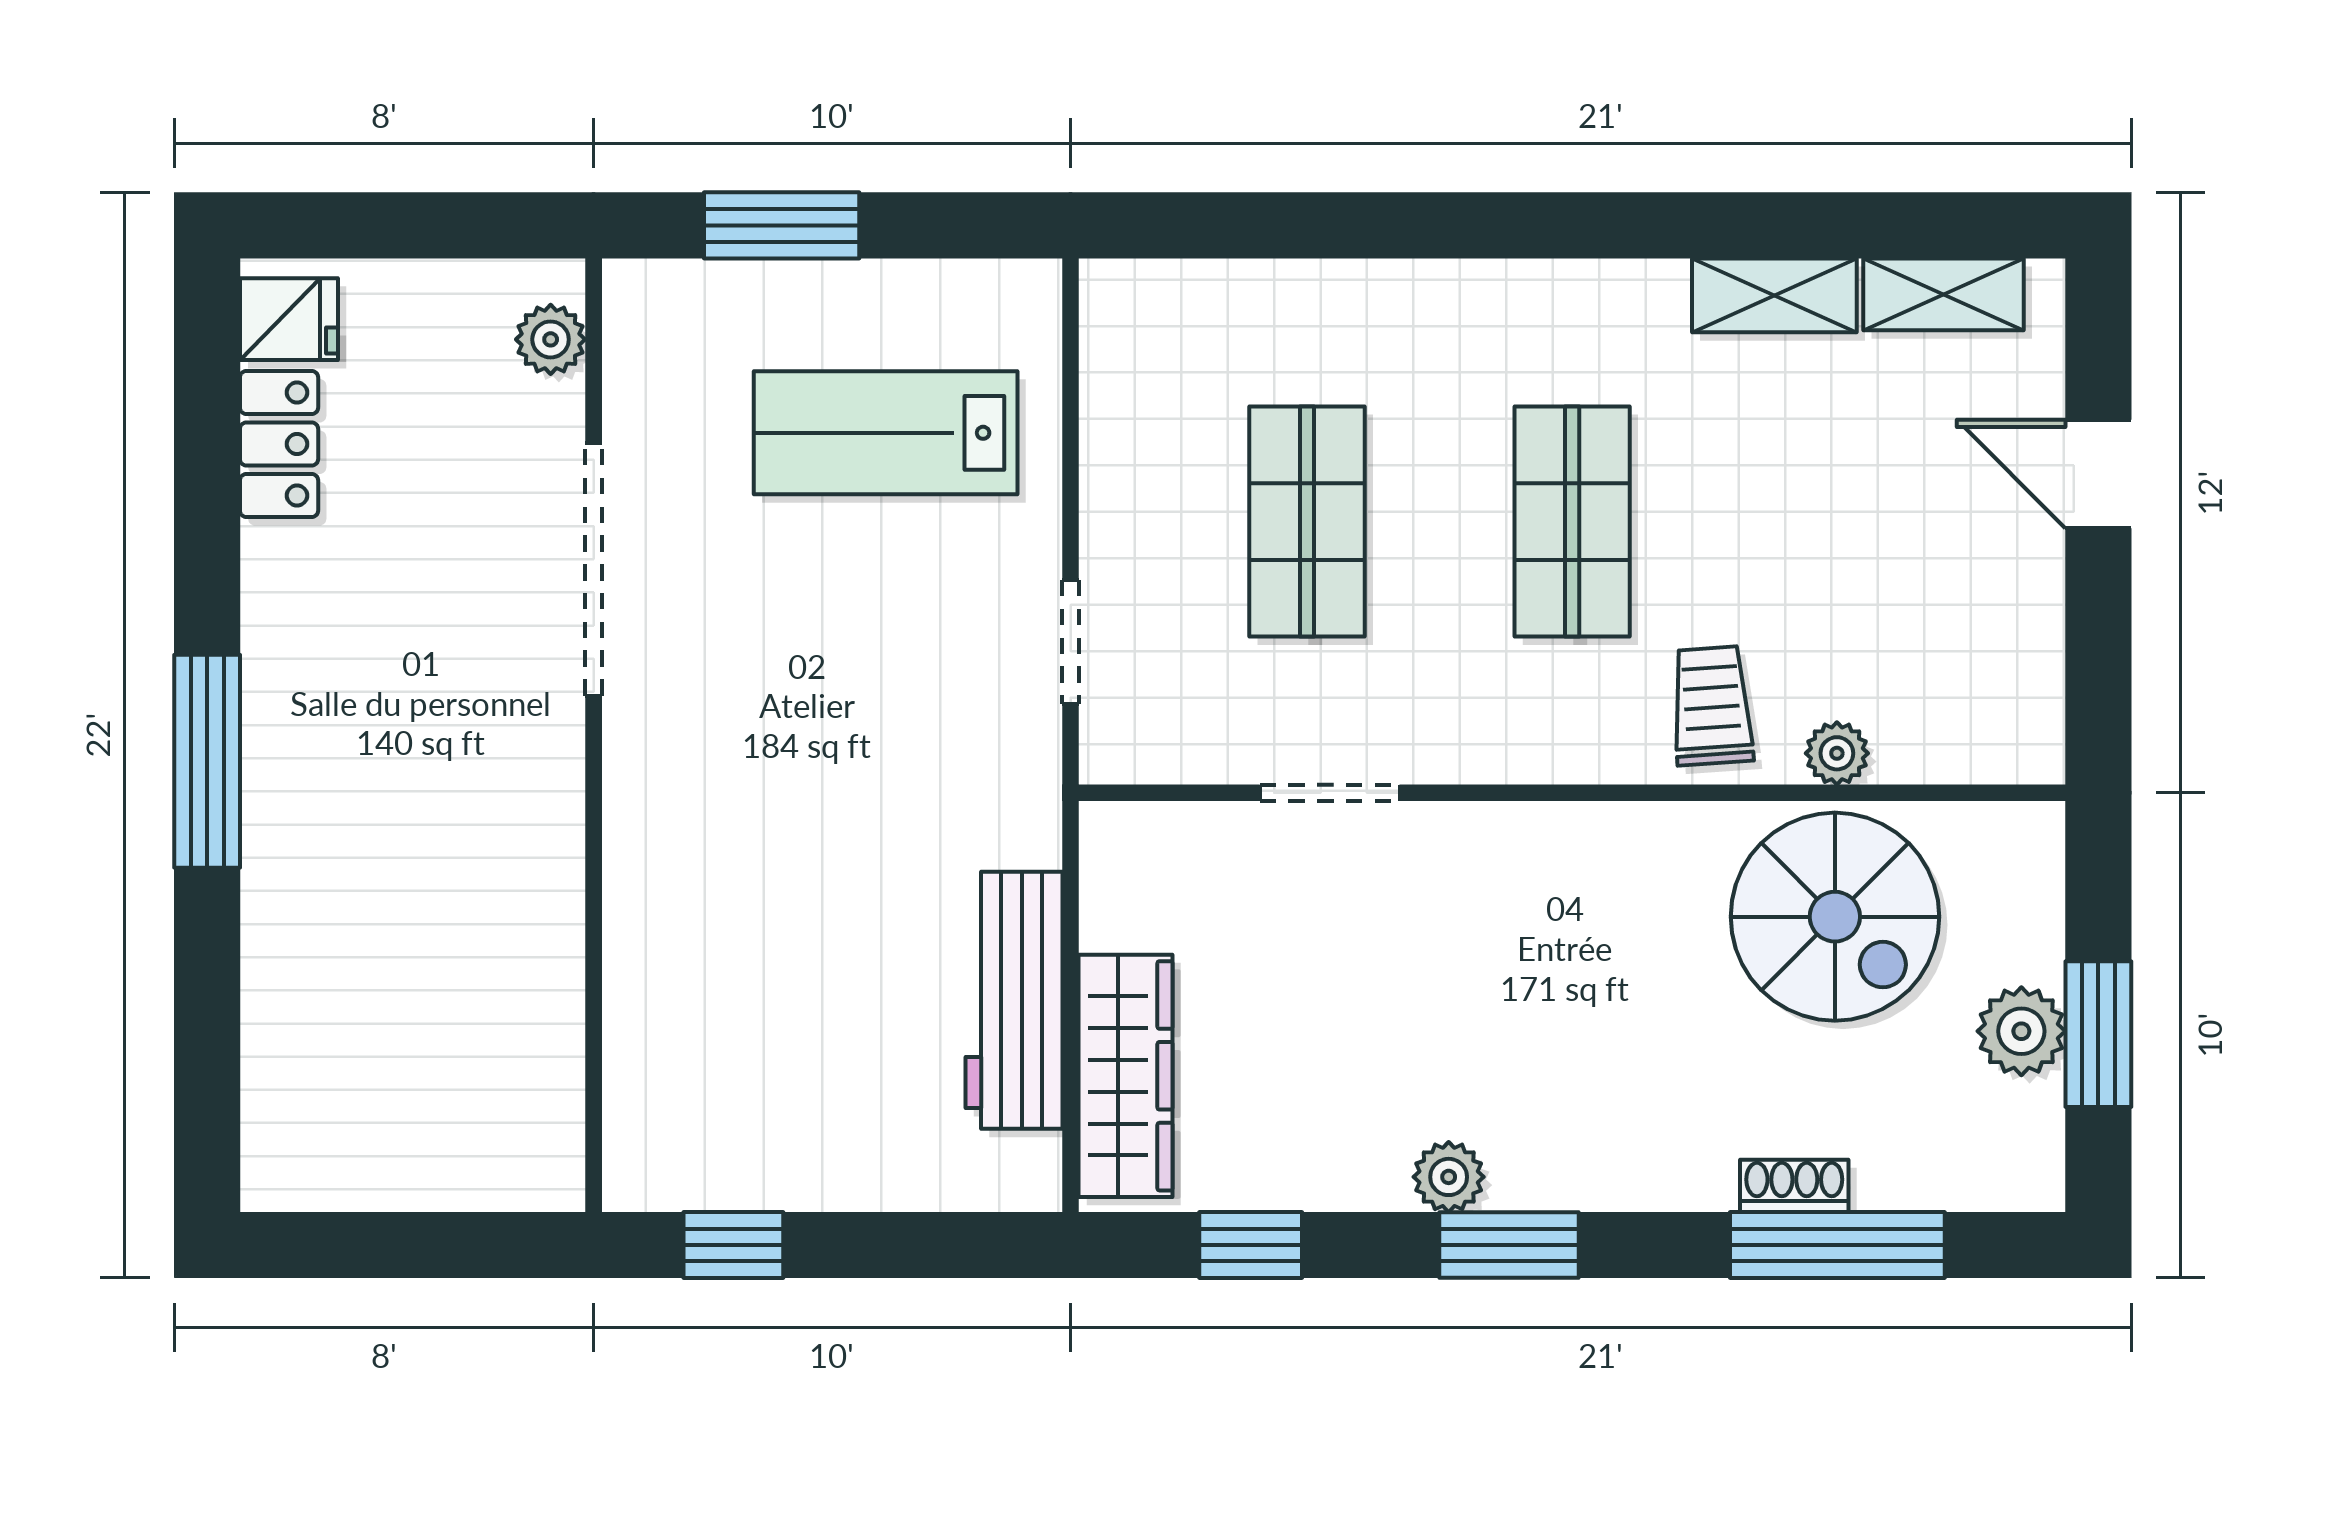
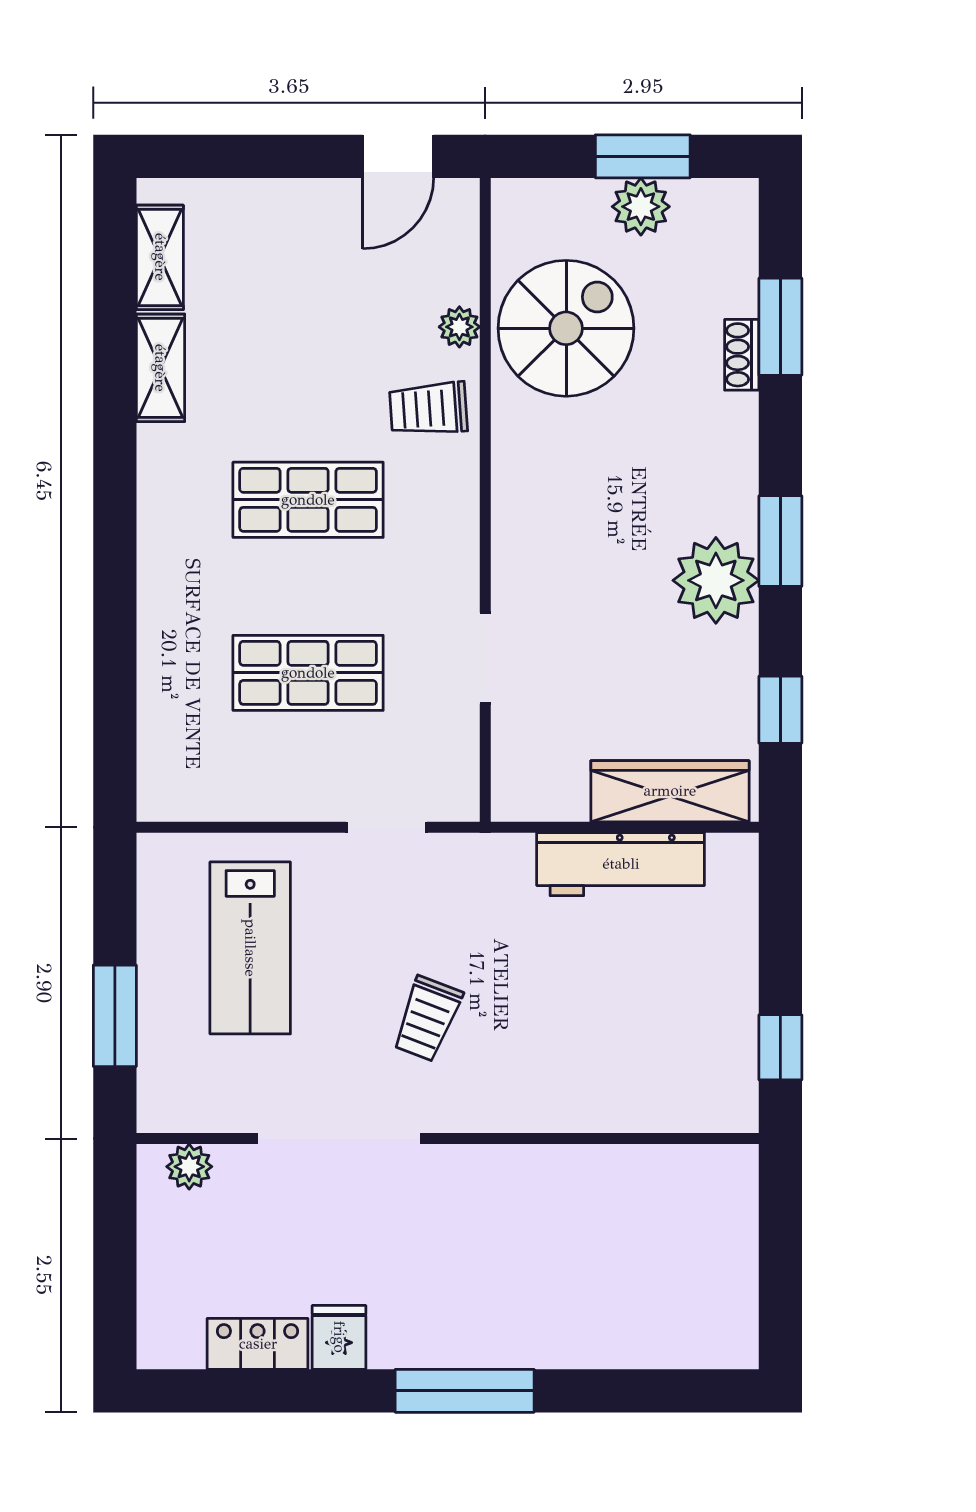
fridge: (289, 319) -> (339, 1337), moved
door: (2098, 474) -> (398, 156), moved
trolley: (777, 704) -> (427, 1019), added
plant: (1449, 1177) -> (716, 580), width x1.87, depth x1.87
window: (1837, 1245) -> (780, 327), width x0.69

